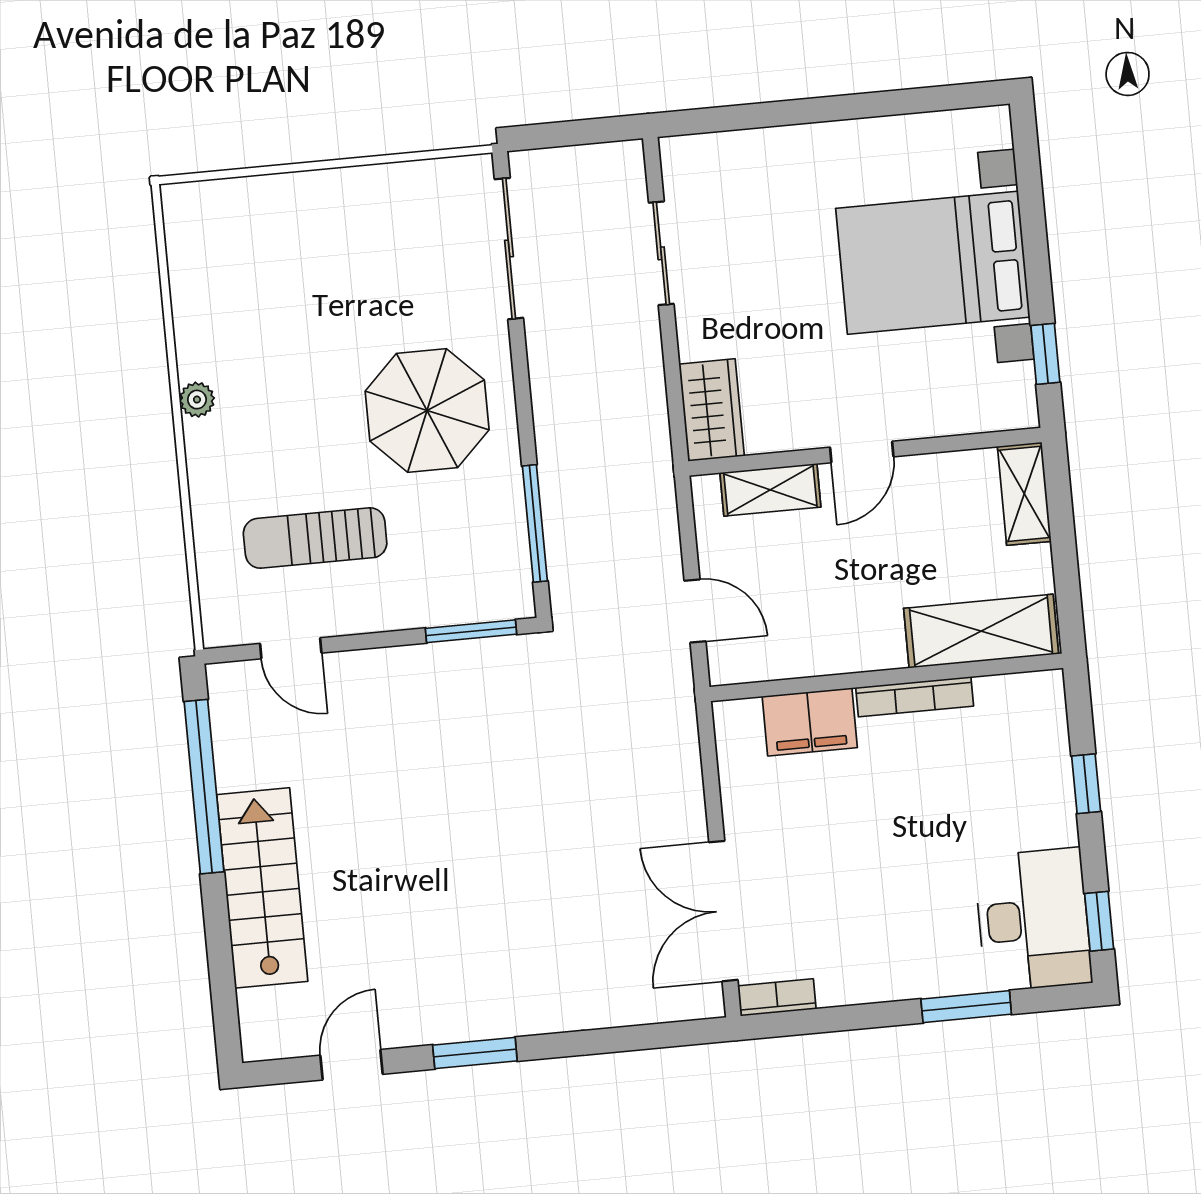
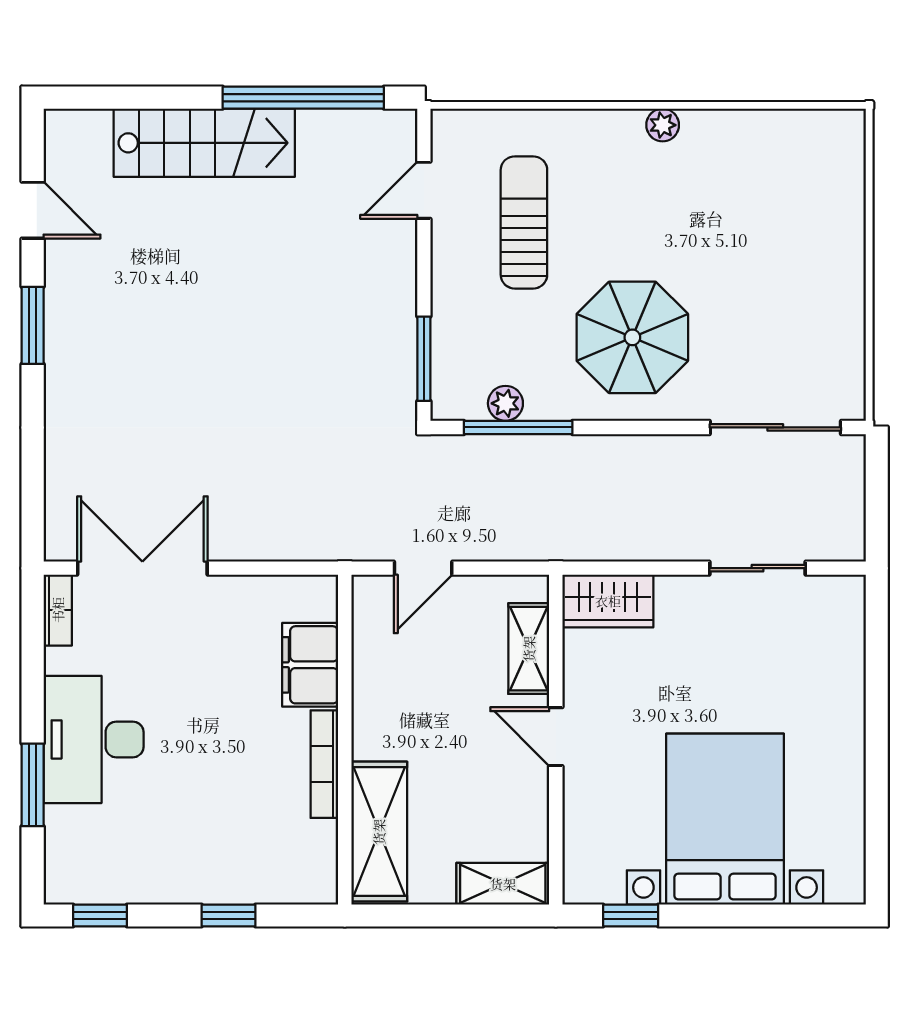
plant: (510, 539) -> (505, 403), added
desk: (1033, 920) -> (94, 739), moved, turned 90

